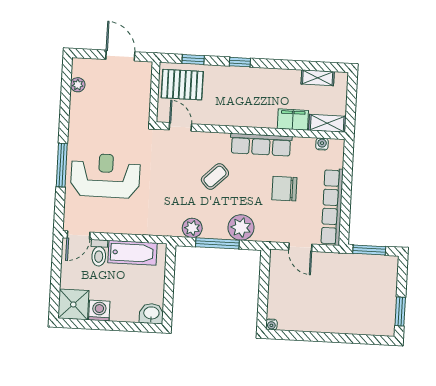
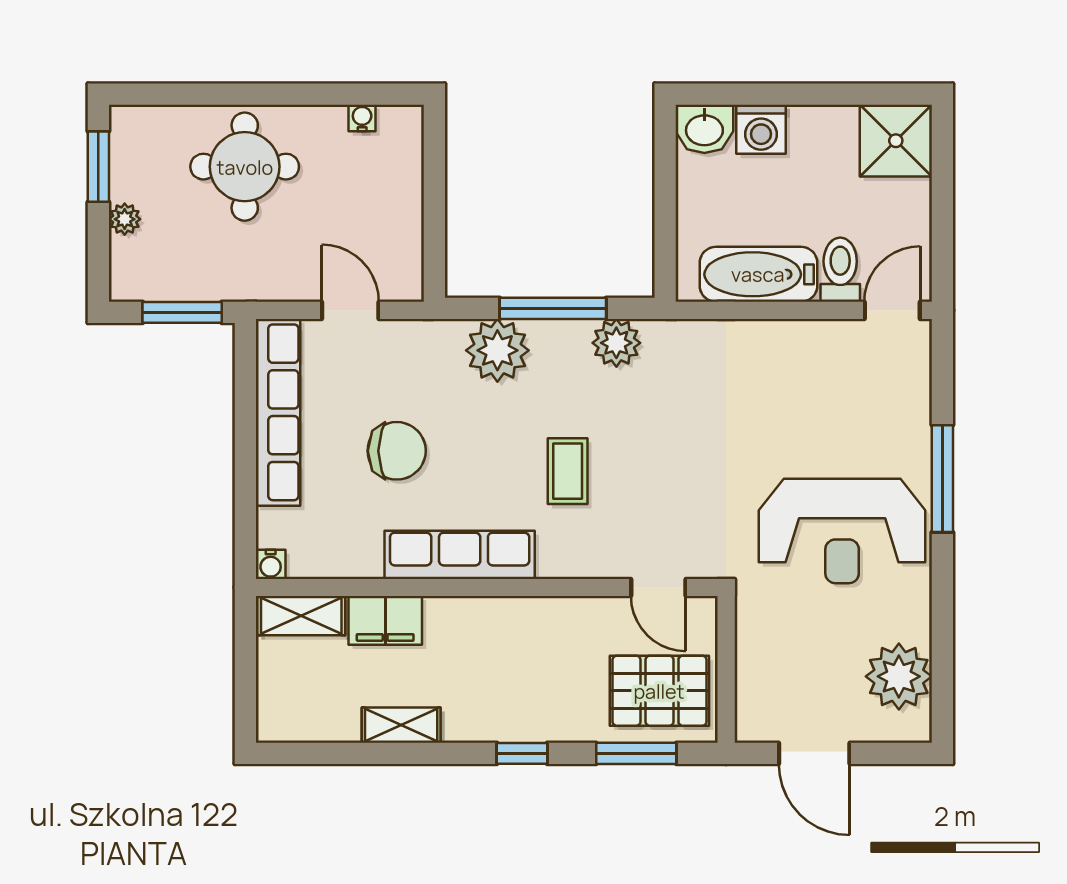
window: (193, 59) -> (636, 753), width x1.50
shelving: (318, 78) -> (401, 725), moved
plant: (78, 85) -> (899, 676), width x1.87, depth x1.87
water cooler: (322, 144) -> (271, 564), moved
reception desk: (105, 176) -> (842, 531), moved
coffee table: (215, 177) -> (568, 471), turned -46
plant: (391, 289) -> (125, 219), added
round table: (340, 308) -> (245, 167), added
washing machine: (99, 311) -> (761, 129), moved
water cooler: (271, 324) -> (362, 118), moved

